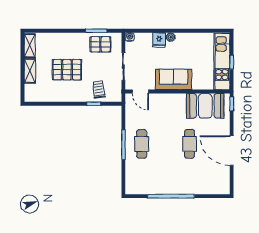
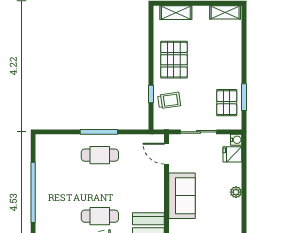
fridge: (159, 40) -> (232, 154), moved
pallet: (67, 70) -> (174, 60), moved
shelving: (30, 71) -> (176, 13), moved
door: (140, 92) -> (167, 154), hinge flipped

